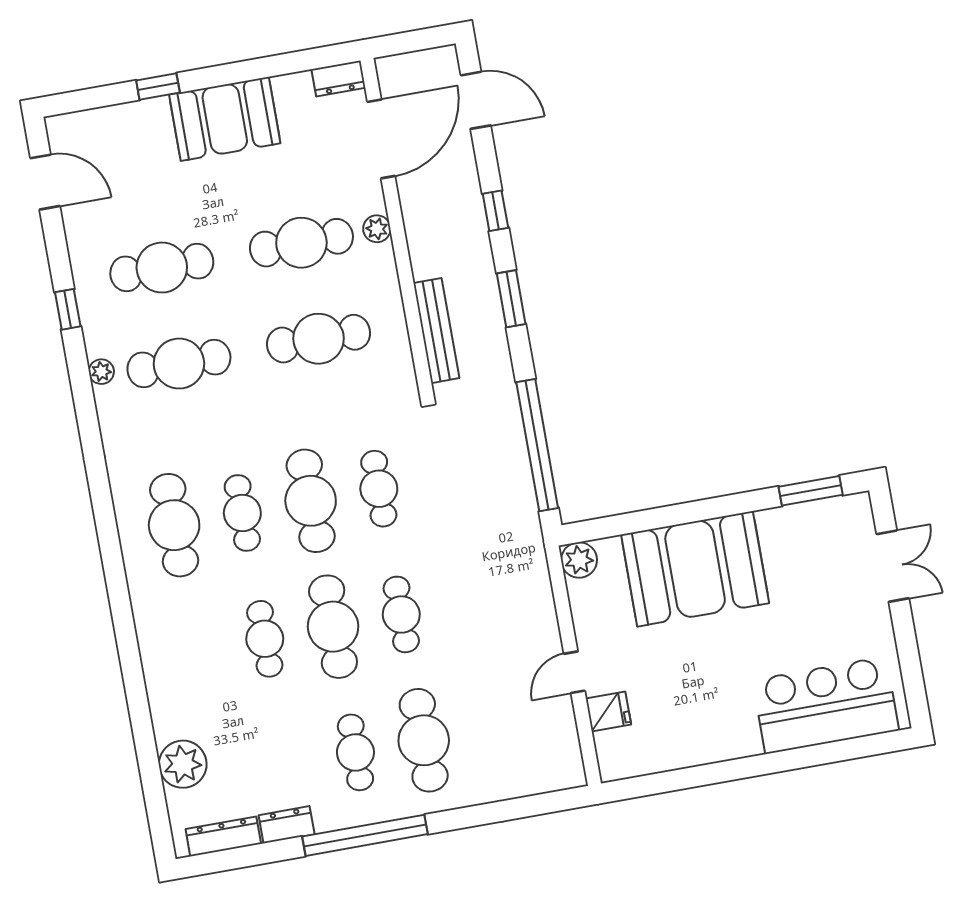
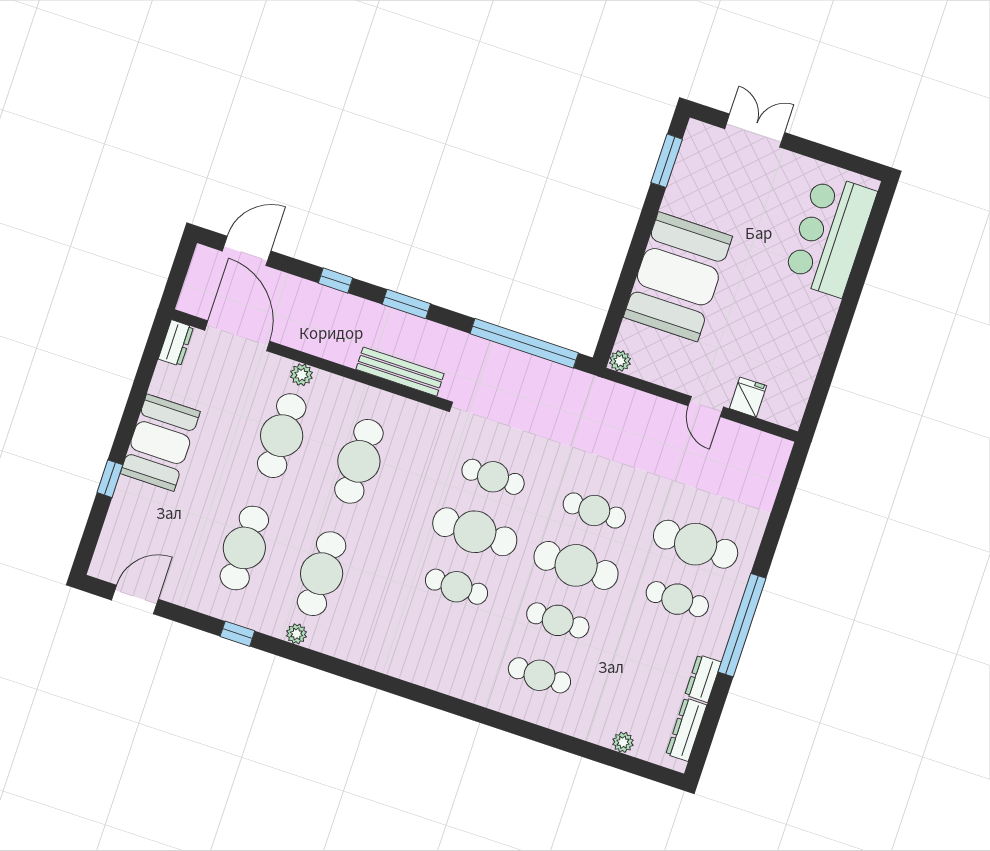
cafe table: (174, 525) -> (539, 675), moved, width x0.73, depth x0.74
plant: (579, 560) -> (620, 361), width x0.73, depth x0.73
plant: (183, 764) -> (623, 742), width x0.53, depth x0.53

